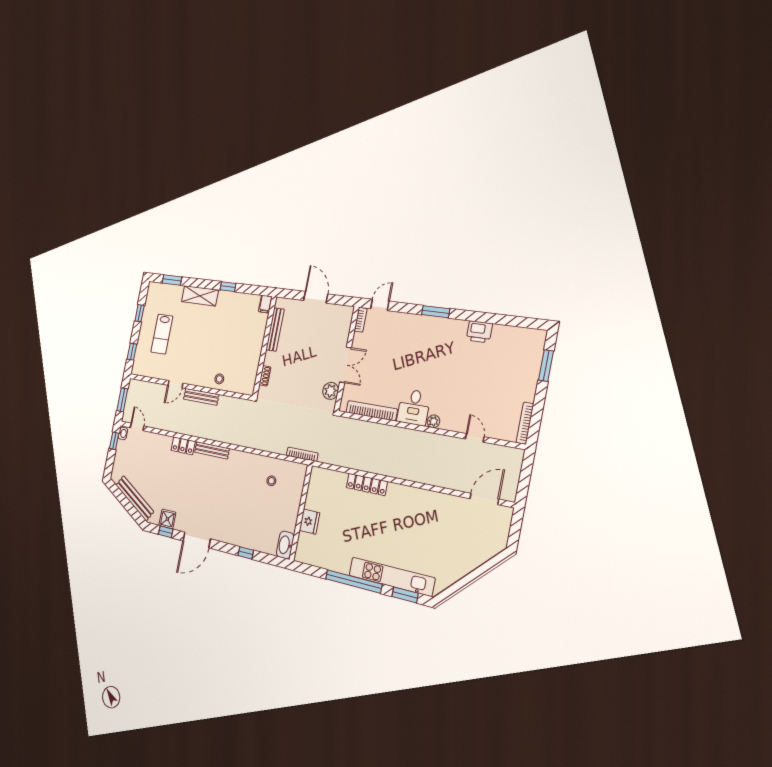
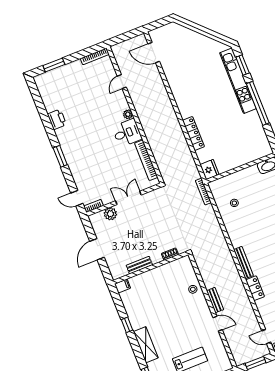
bench: (275, 330) -> (139, 265), width x0.73
plant: (331, 391) -> (110, 214), moved
bench: (201, 397) -> (215, 300), width x0.73
door: (137, 427) -> (266, 337), hinge flipped
fridge: (309, 522) -> (210, 170), moved, turned 90

